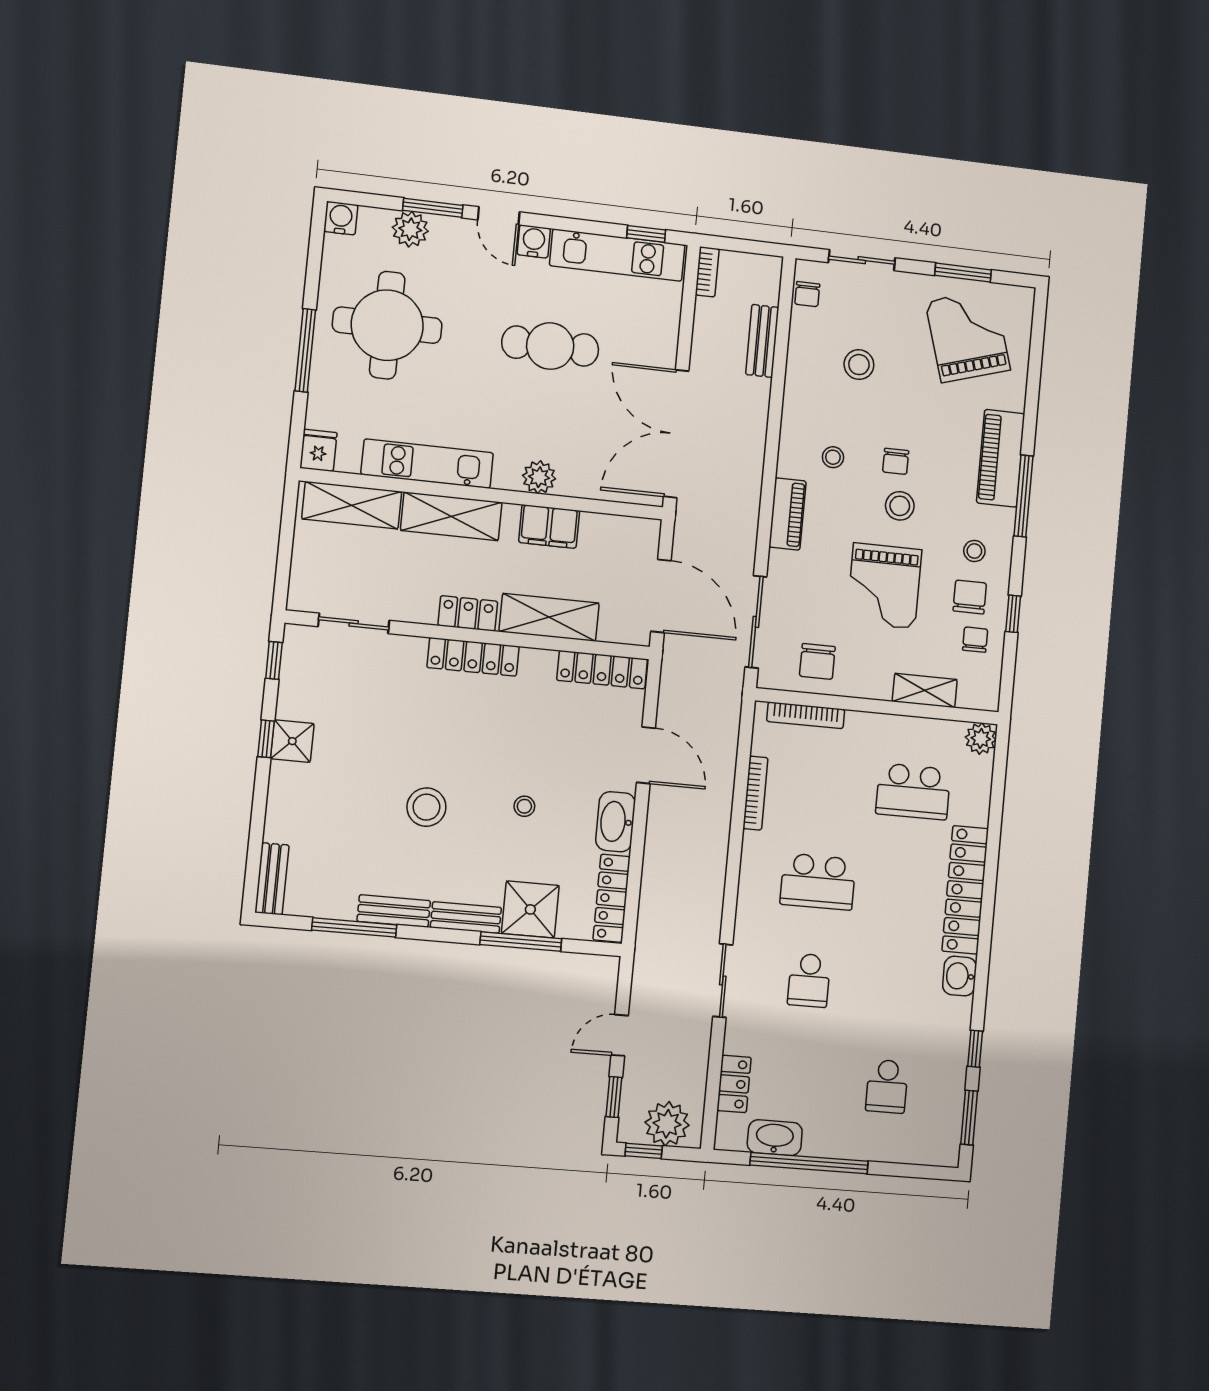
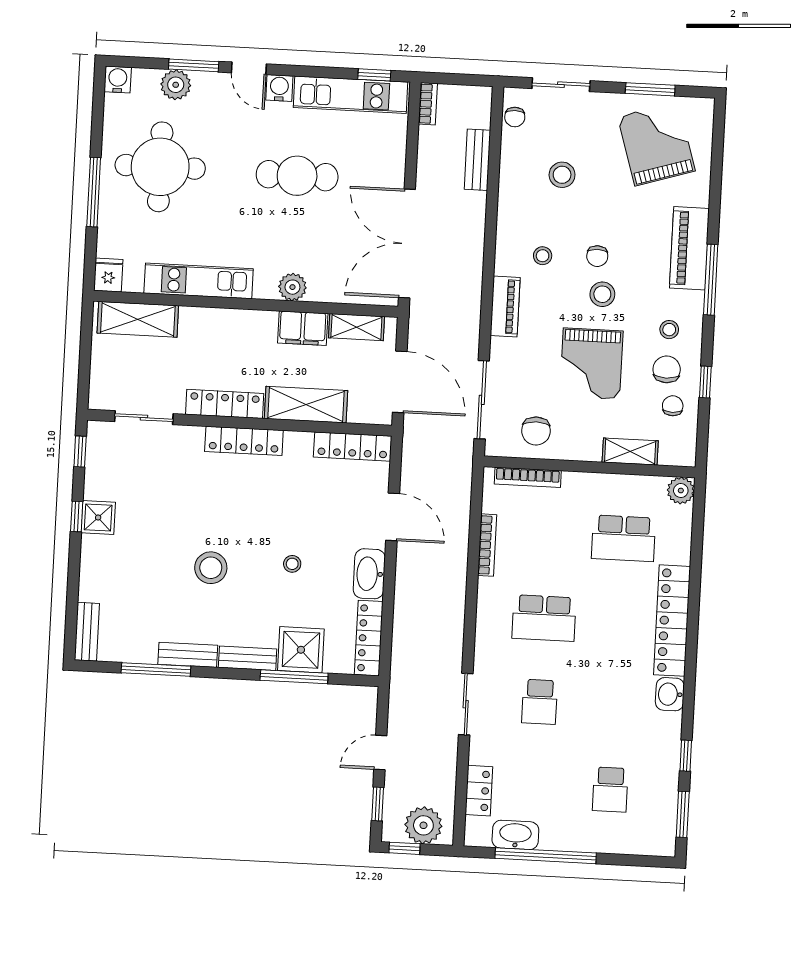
shelving: (451, 516) -> (356, 327), moved, width x0.67, depth x0.75
locker: (468, 613) -> (225, 404), width x1.53

